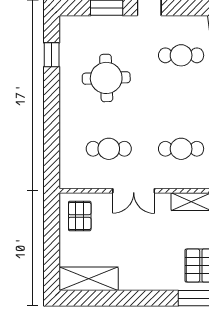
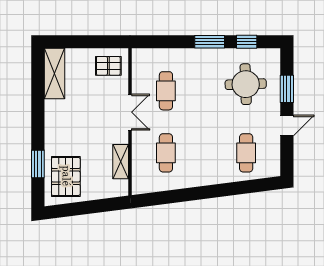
round table: (106, 78) -> (246, 84), moved
window: (52, 98) -> (210, 42), added
double door: (134, 191) -> (130, 112), swing flipped

